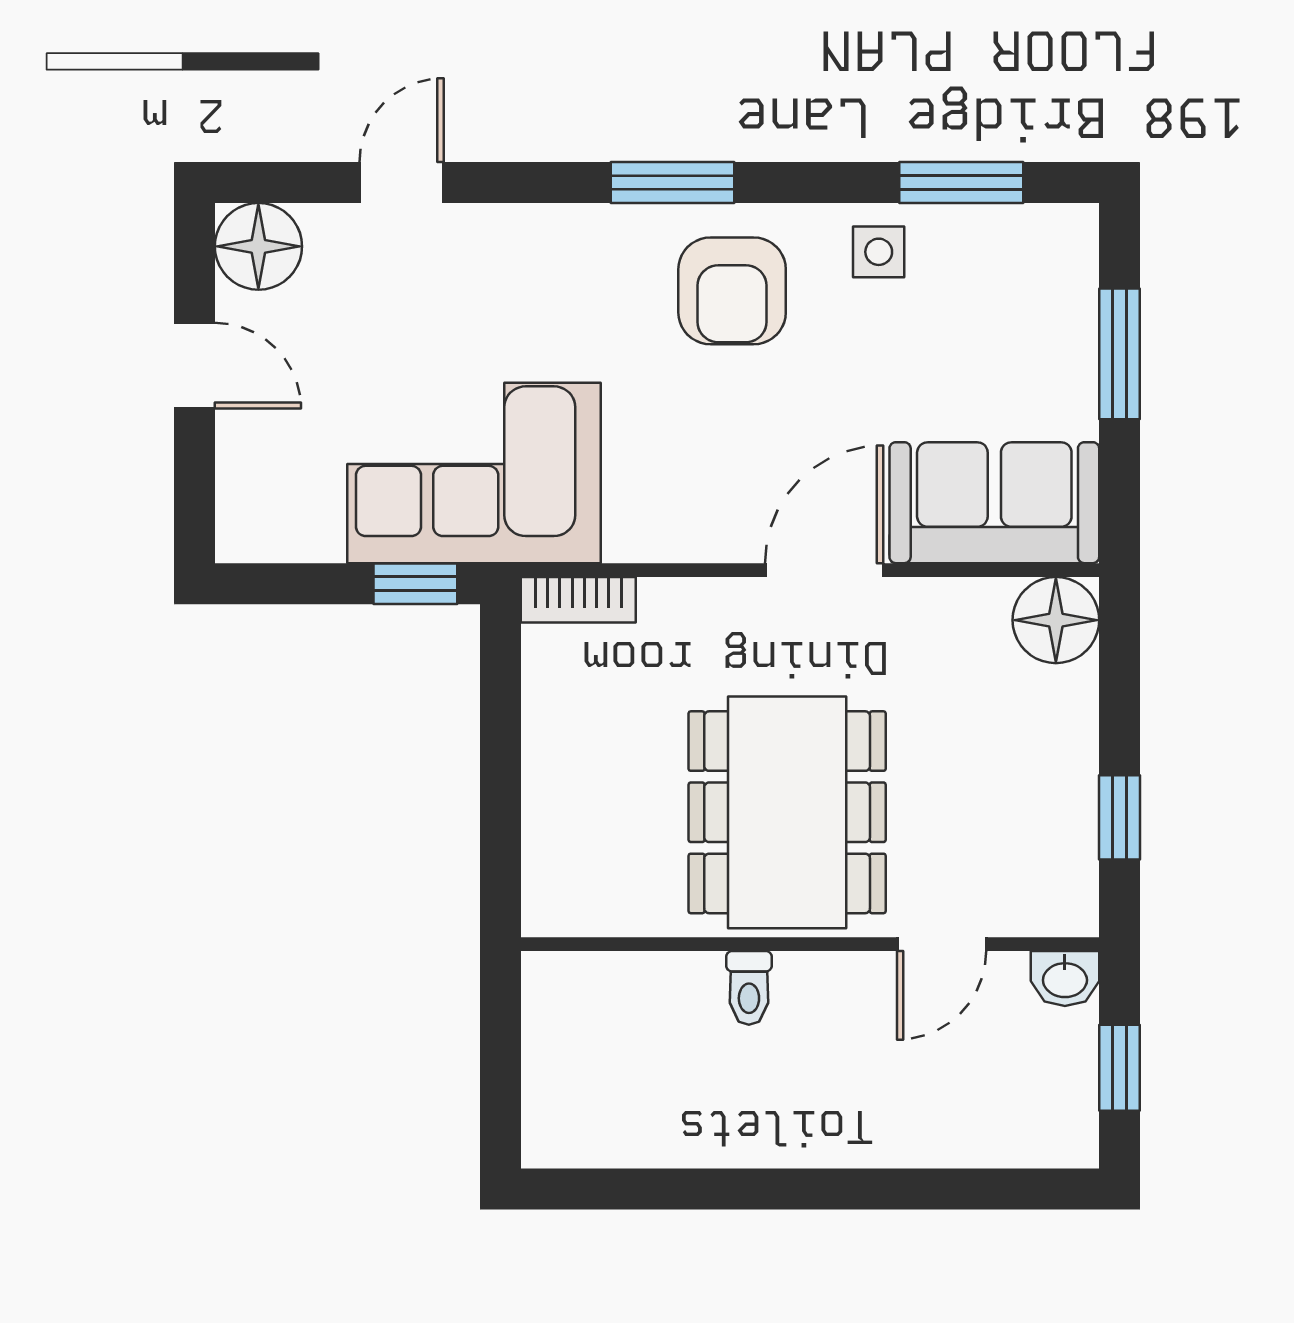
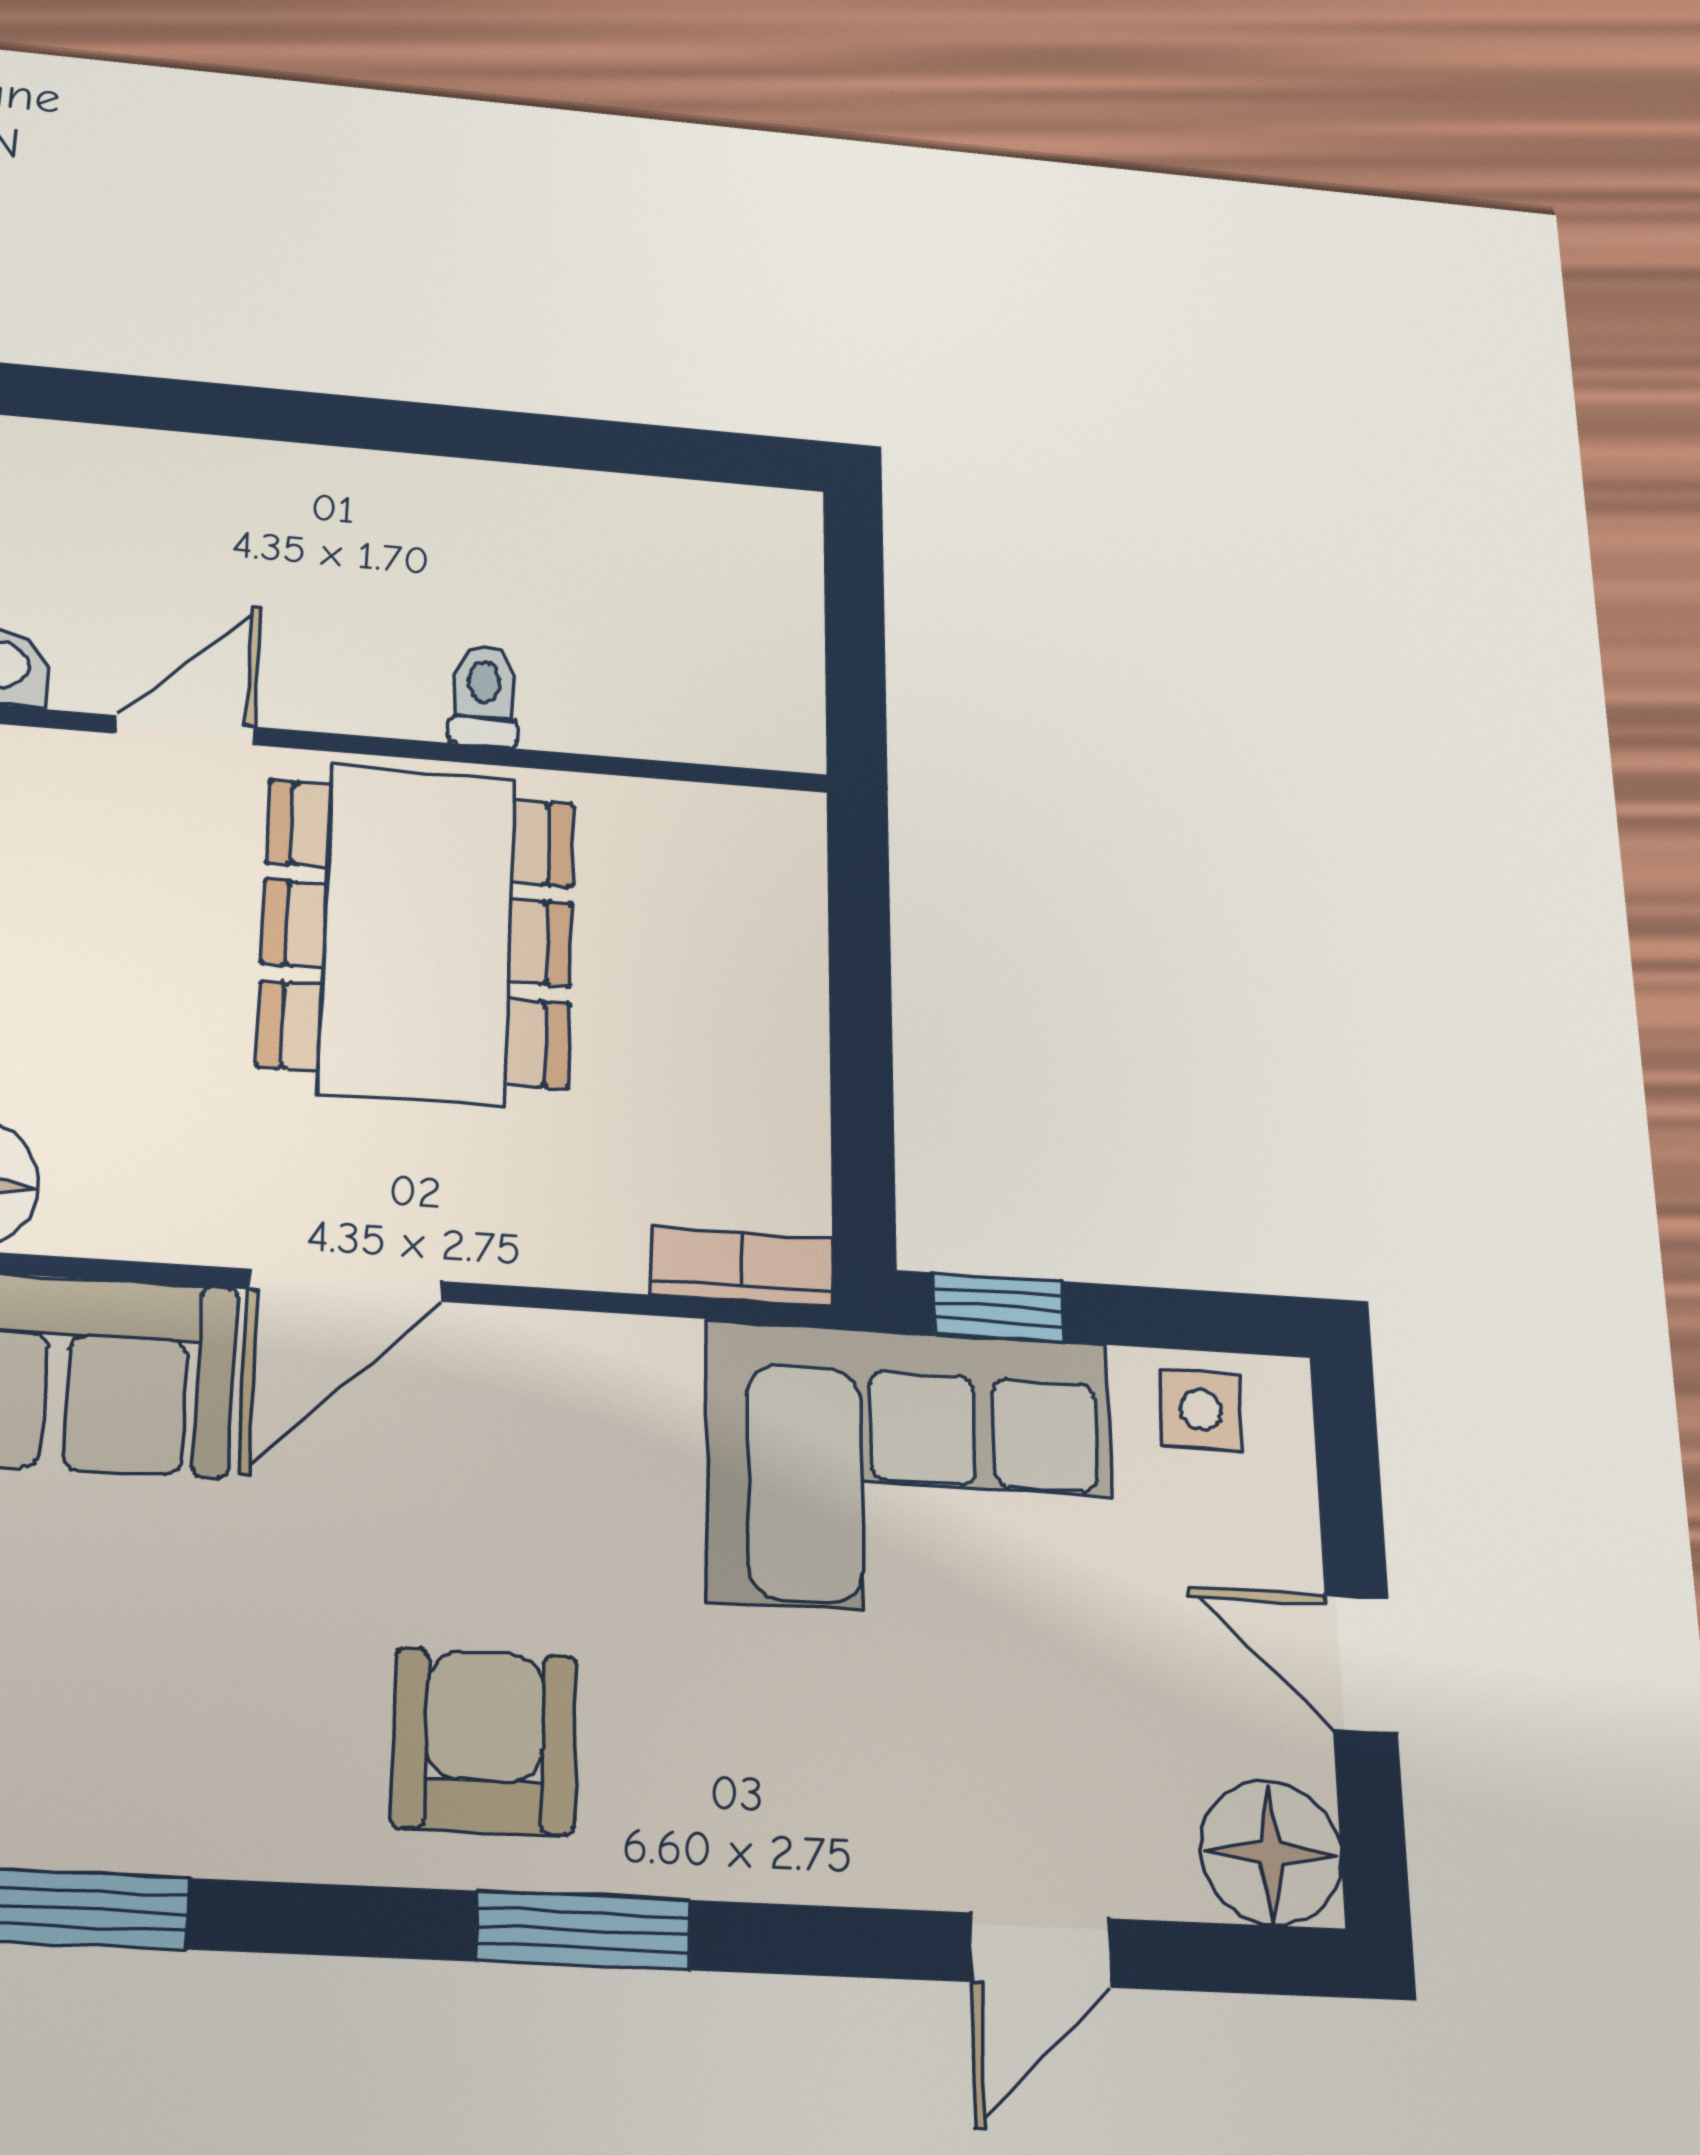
side table: (879, 252) -> (1201, 1410), moved

